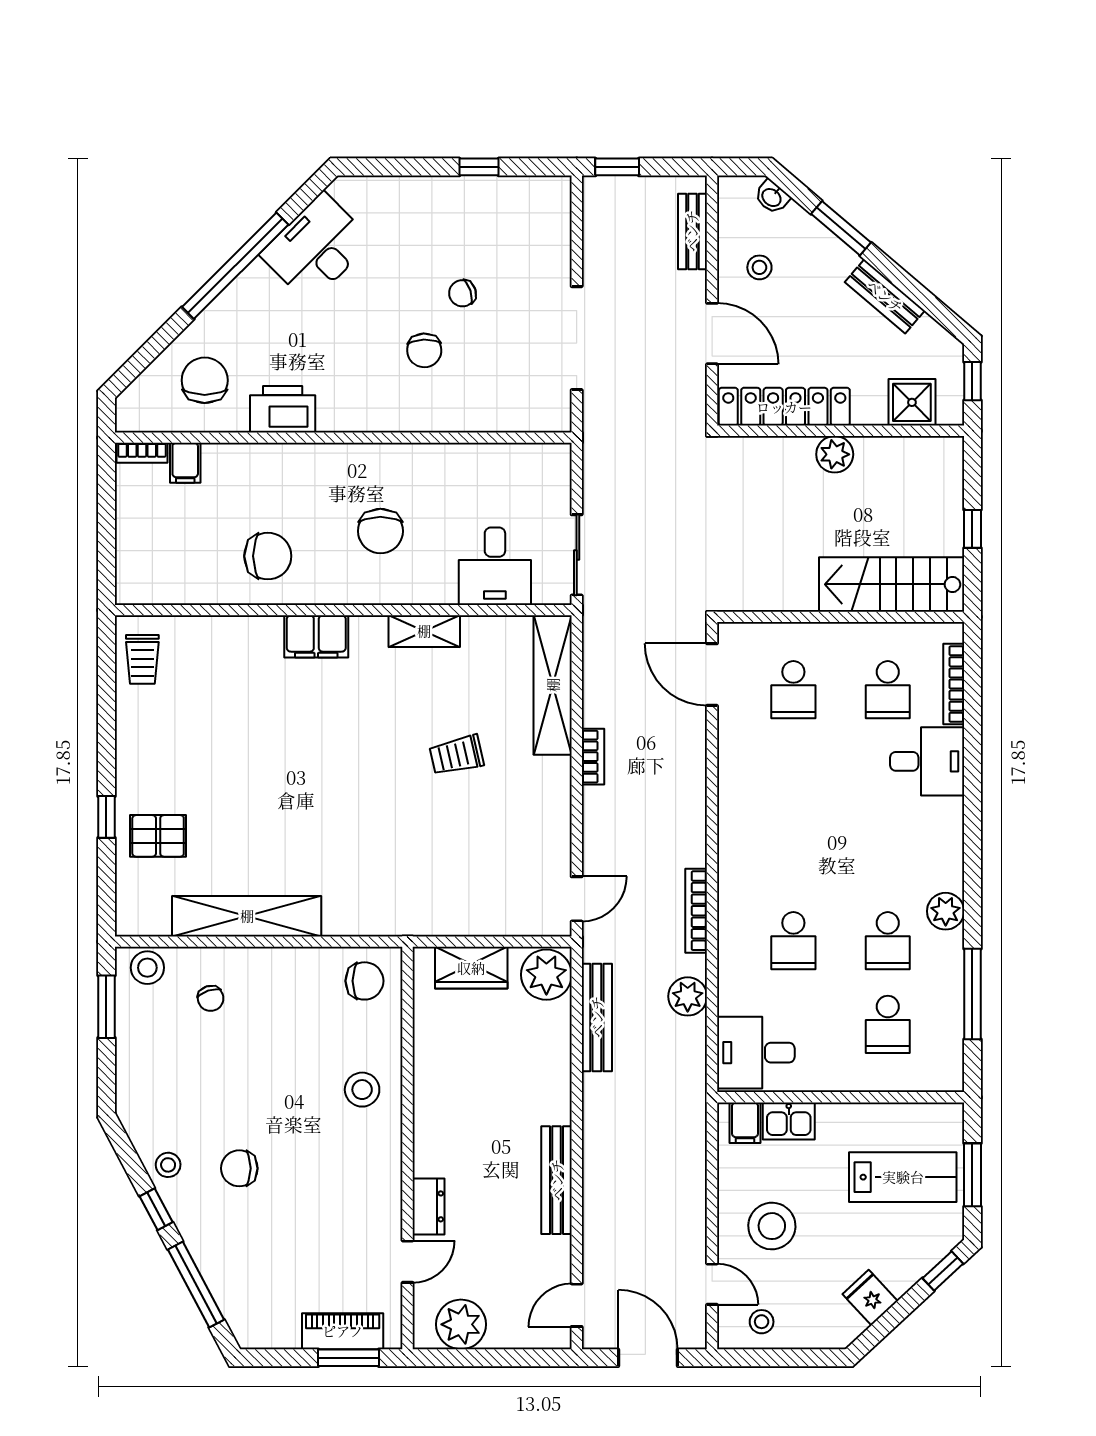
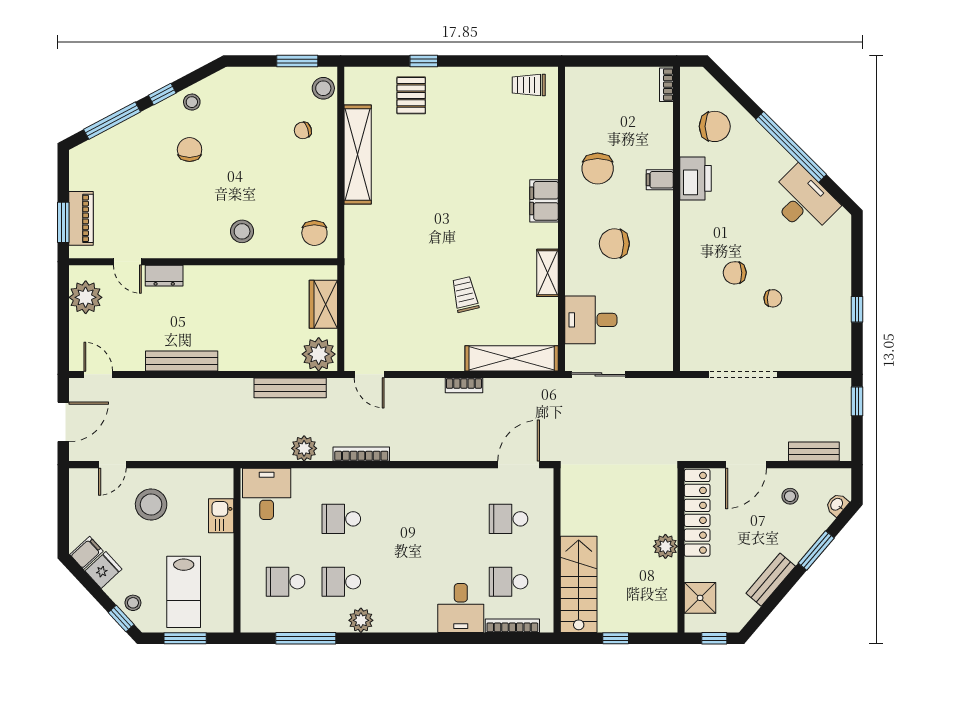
chair: (463, 293) -> (773, 298), turned 112
filing cabinet: (185, 463) -> (660, 180), moved
filing cabinet: (745, 1123) -> (87, 553), moved, turned 137
stool: (762, 1322) -> (133, 603), moved

